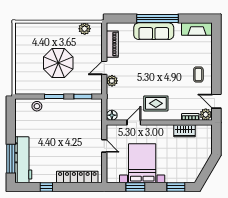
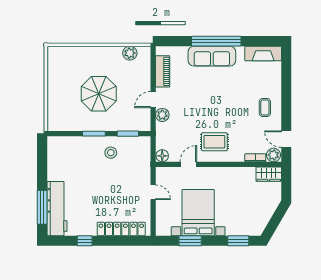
stool: (37, 106) -> (111, 153), moved
wardrobe: (185, 131) -> (269, 174), moved

